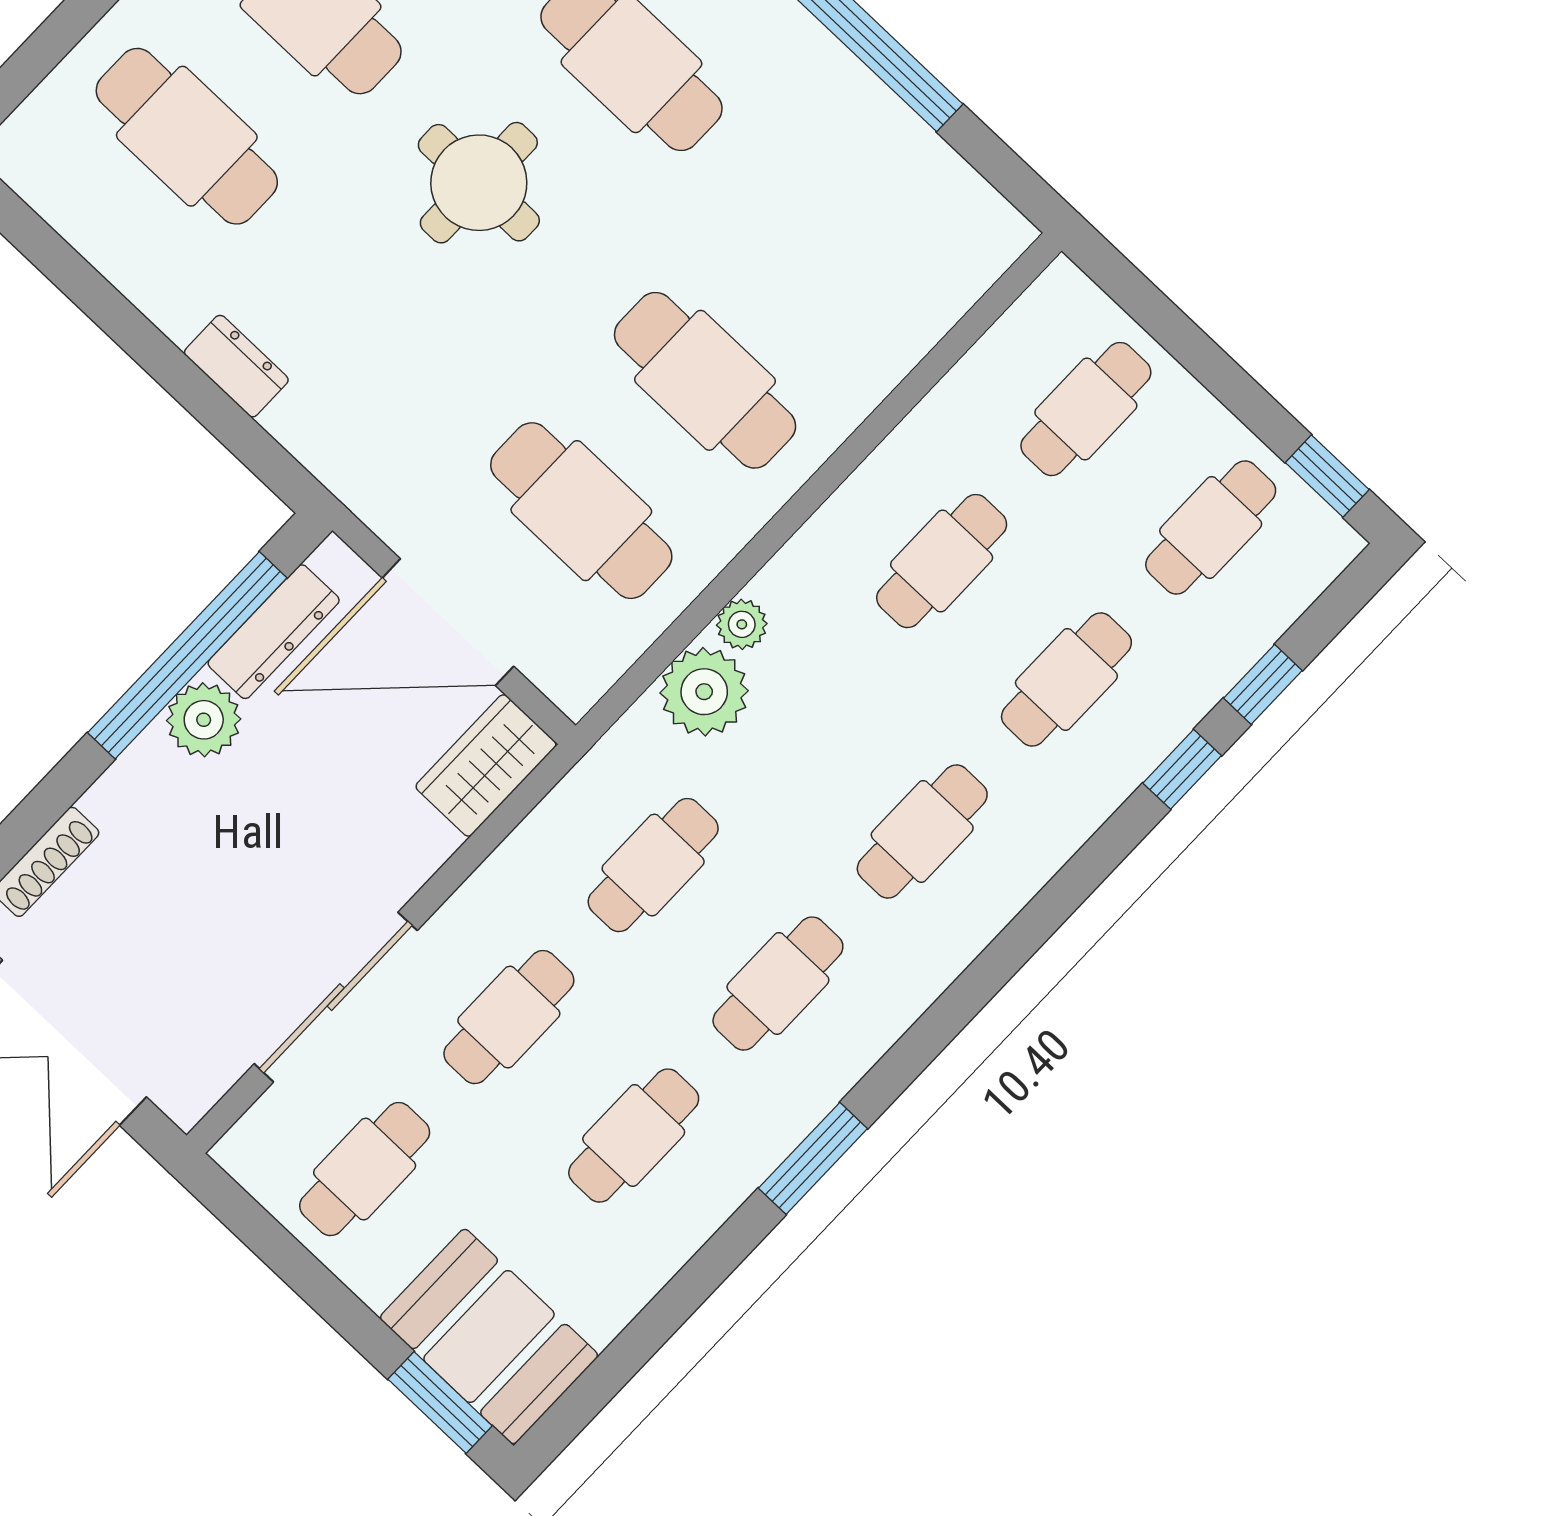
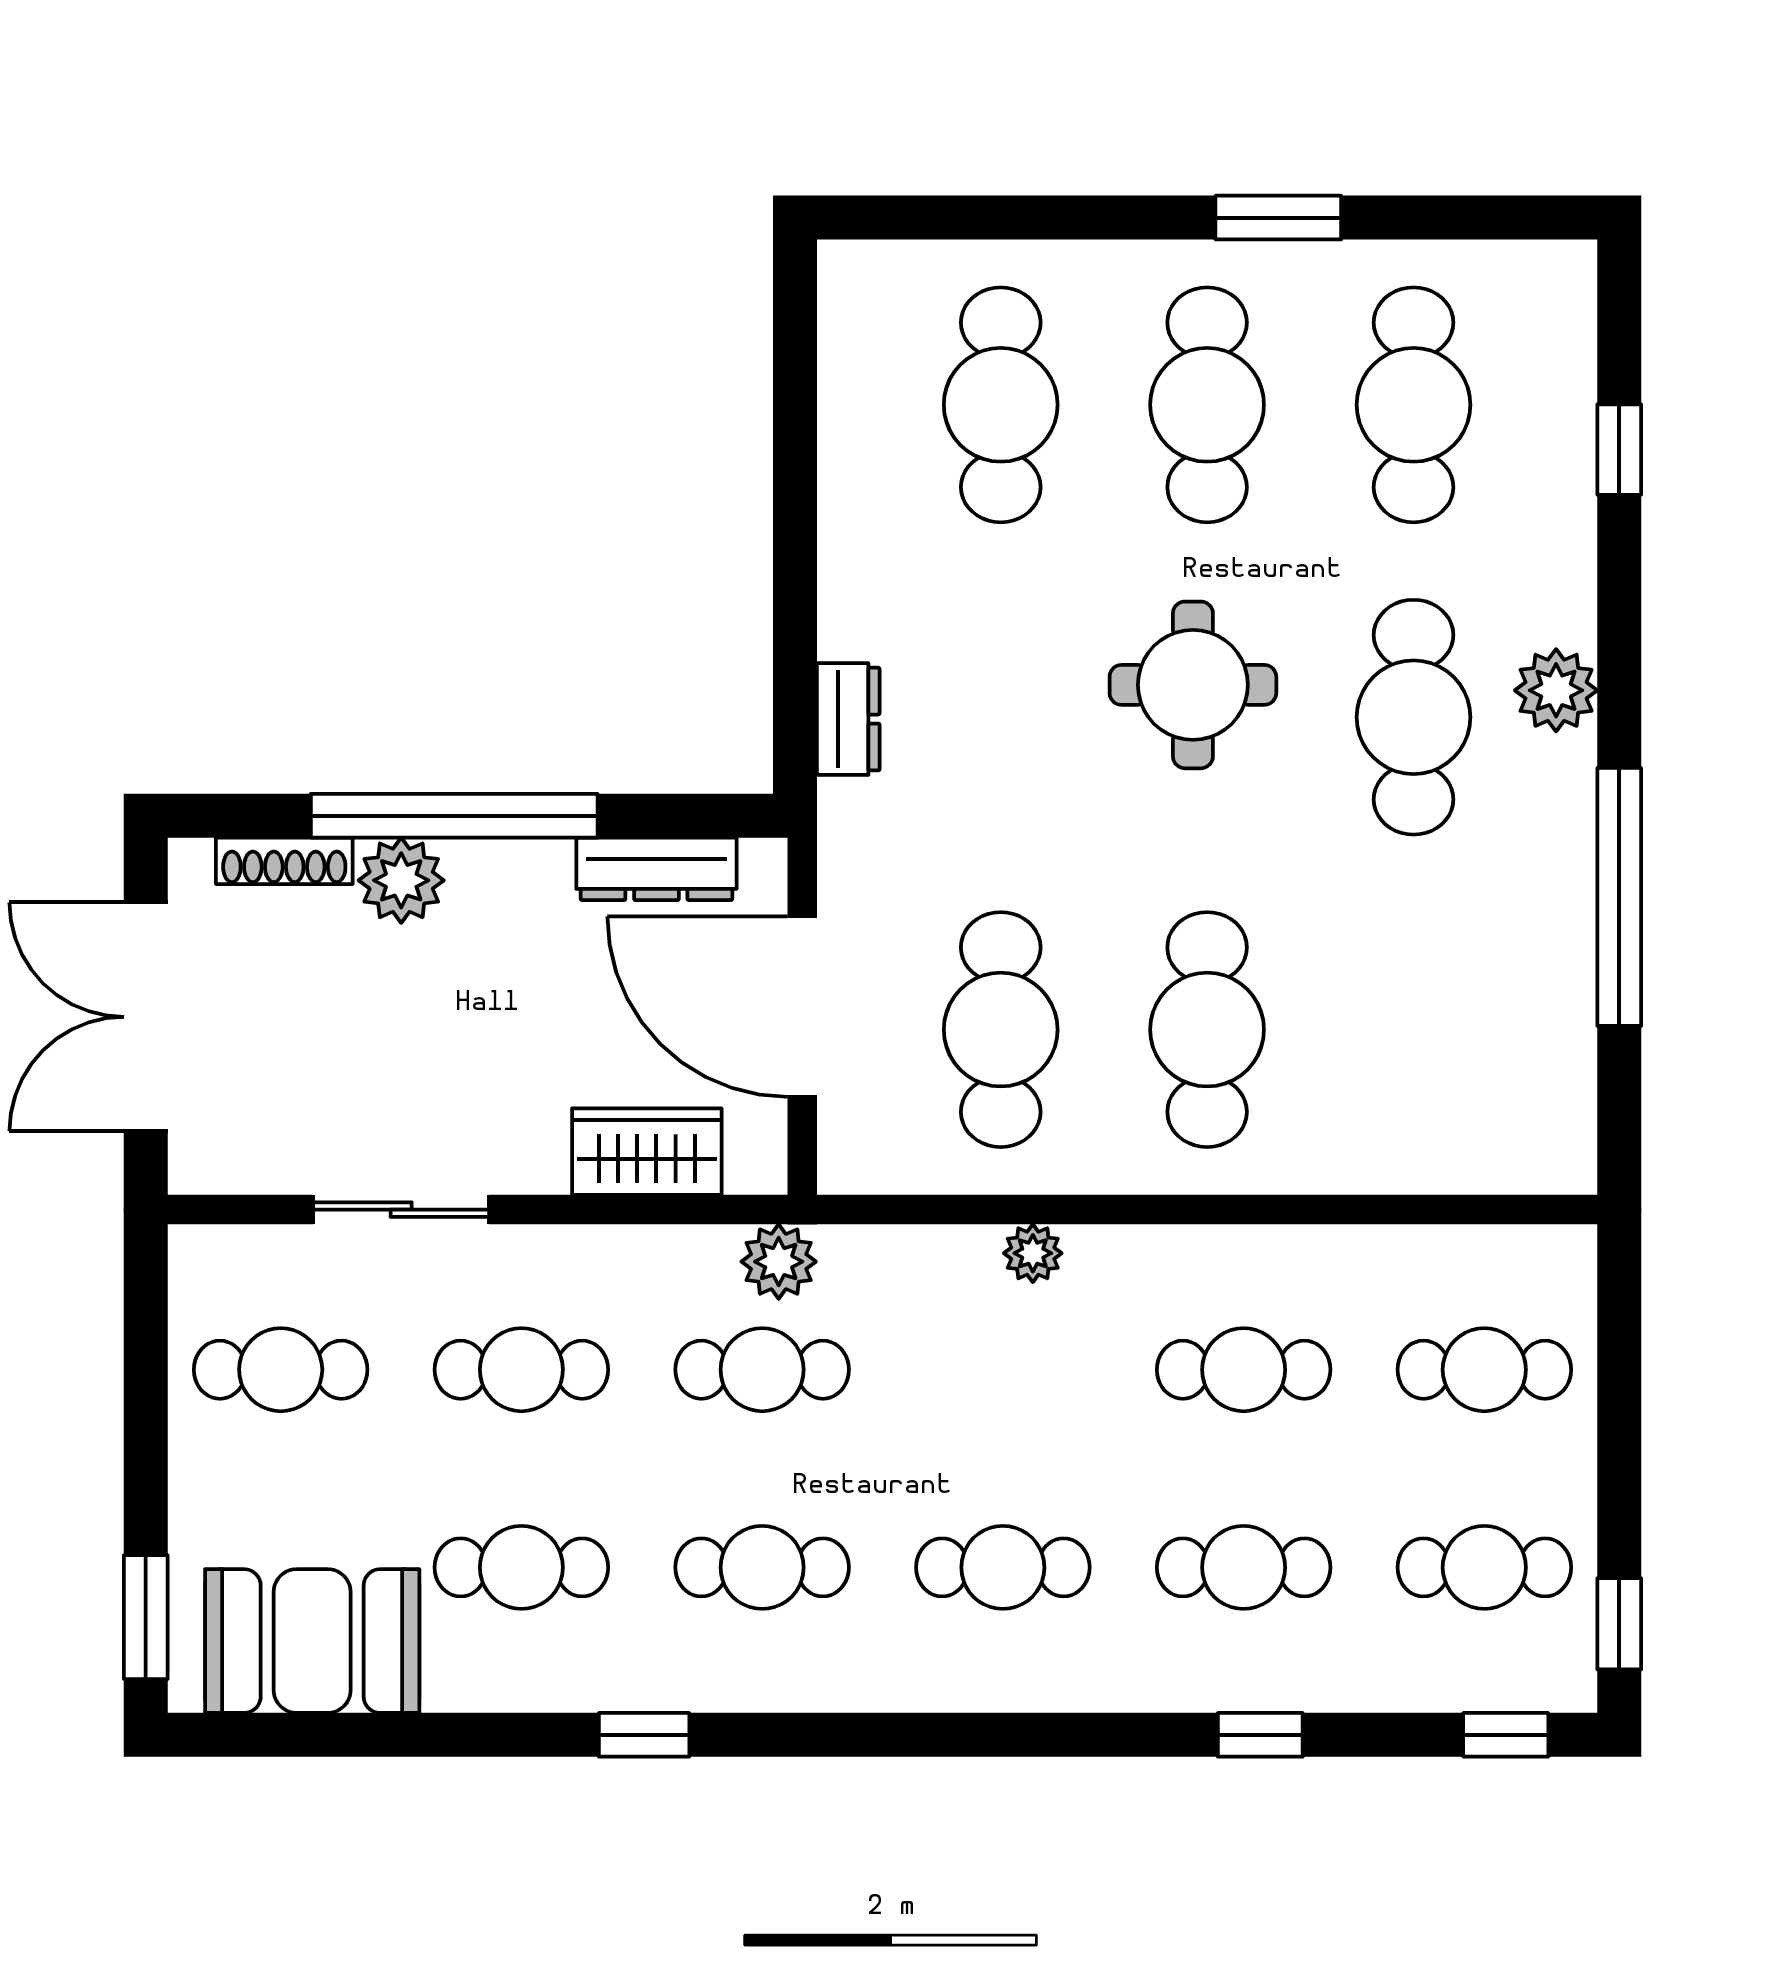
dresser: (236, 366) -> (848, 719), moved
window: (187, 655) -> (454, 816), moved
window: (1263, 684) -> (1506, 1735), moved
plant: (704, 692) -> (779, 1262), moved, width x0.73, depth x0.73
plant: (204, 720) -> (401, 880), moved
wardrobe: (486, 765) -> (647, 1152), moved
sliding door: (336, 997) -> (401, 1210), width x0.73
window: (813, 1158) -> (644, 1735), width x0.67
booth: (489, 1337) -> (312, 1641), moved, turned 90

